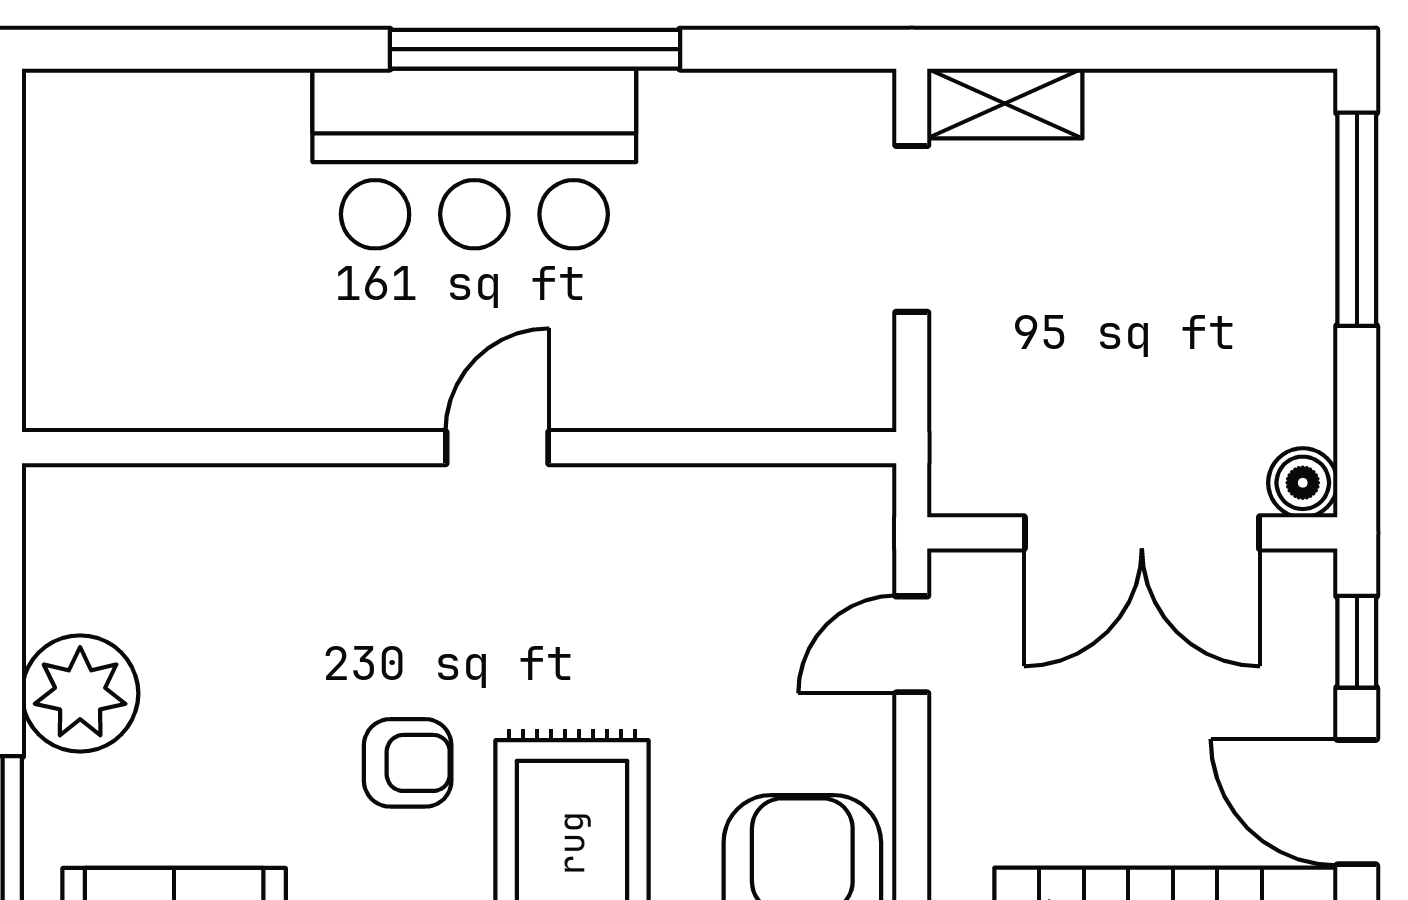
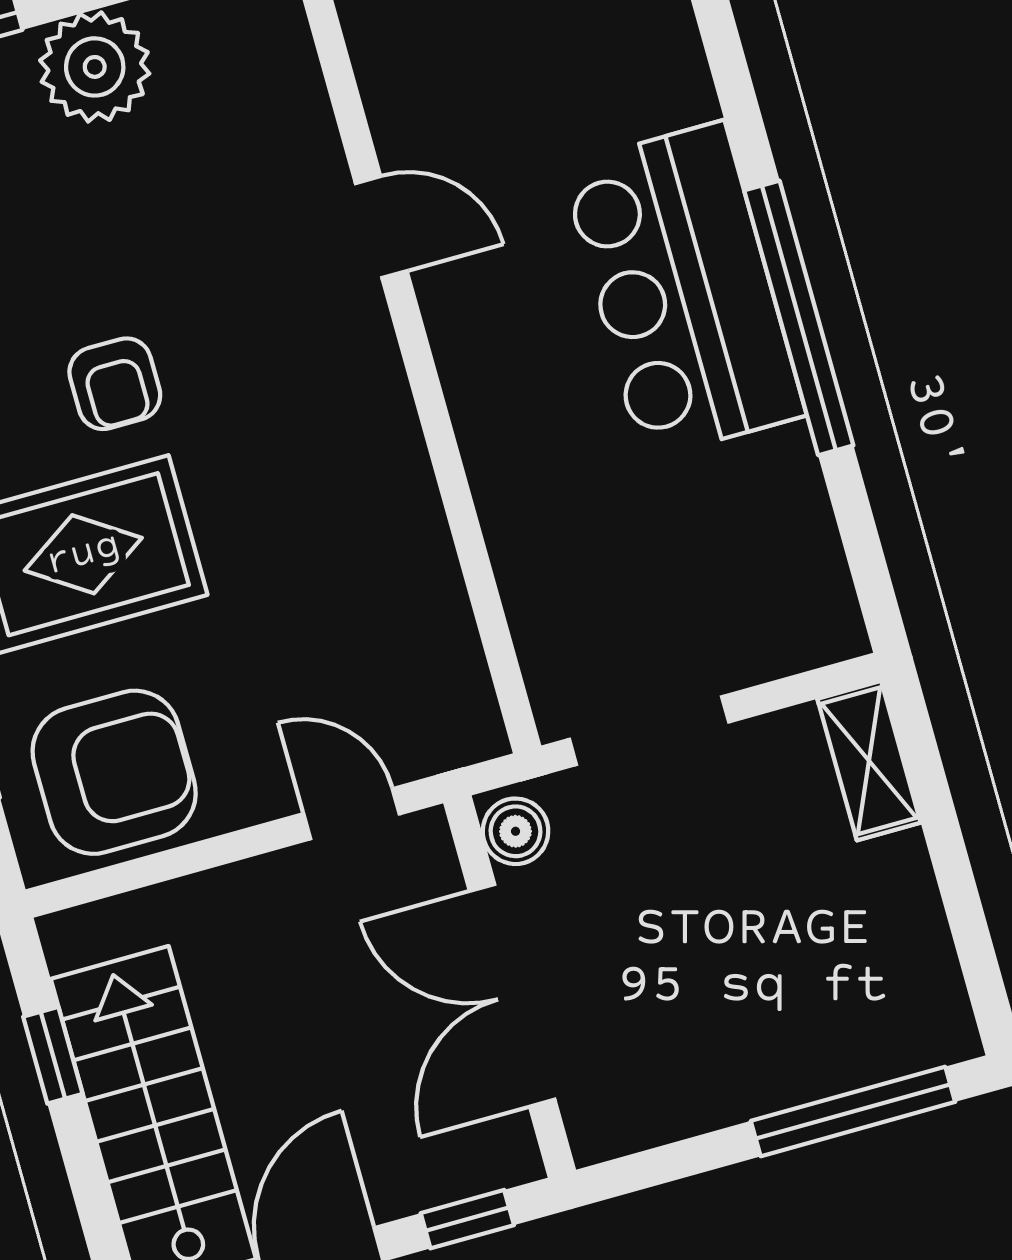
doorway: (912, 229) -> (649, 731), moved
door: (497, 448) -> (381, 227), moved
boiler: (1303, 483) -> (515, 831), moved

